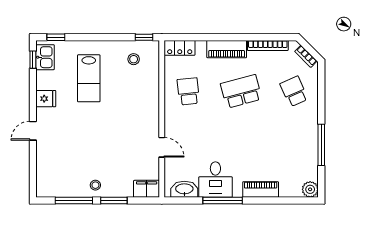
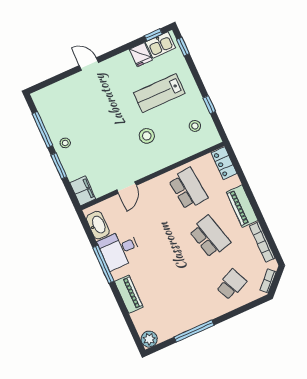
window: (144, 37) -> (209, 105), moved
school desk: (188, 91) -> (188, 189), width x1.85
fridge: (46, 99) -> (141, 55), moved
stool: (123, 107) -> (147, 136), added

